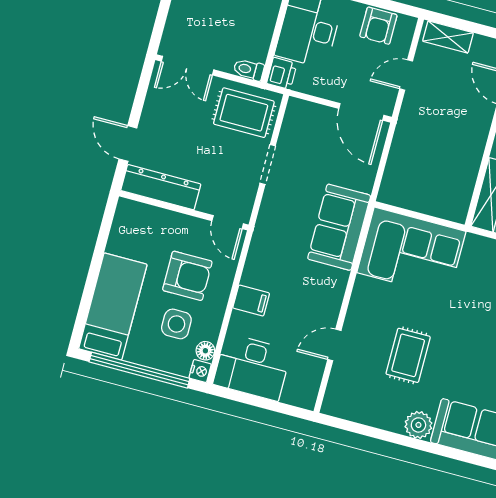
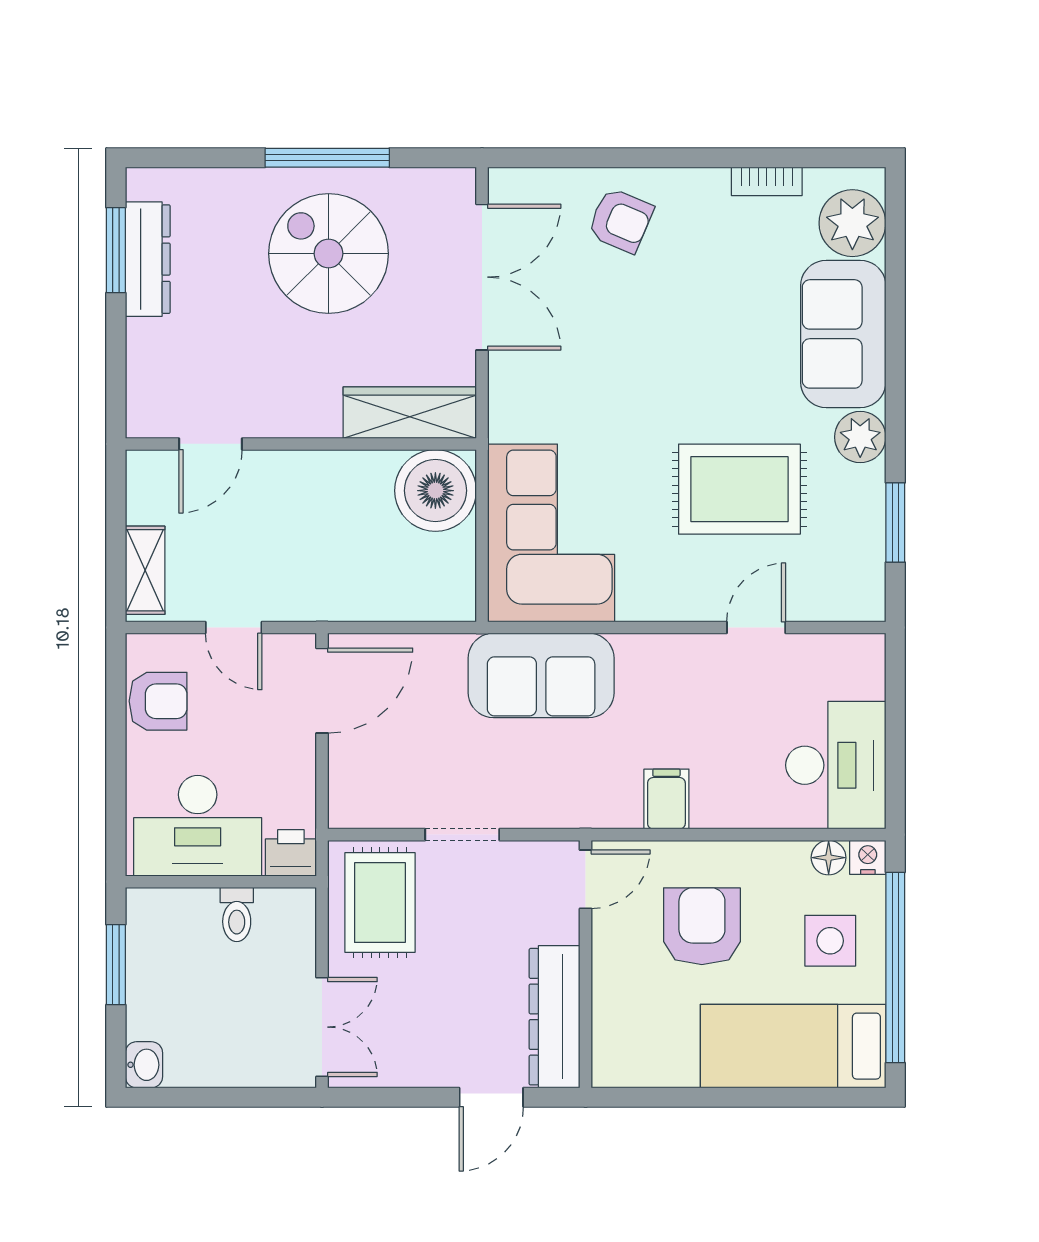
toilet: (249, 70) -> (237, 914), moved
boiler: (449, 198) -> (435, 491), added
filing cabinet: (251, 301) -> (666, 799), moved
side table: (176, 324) -> (830, 941), moved
door: (334, 345) -> (756, 628), swing flipped
rug: (408, 355) -> (739, 489), width x1.36, depth x1.43
window: (369, 431) -> (895, 522), added

